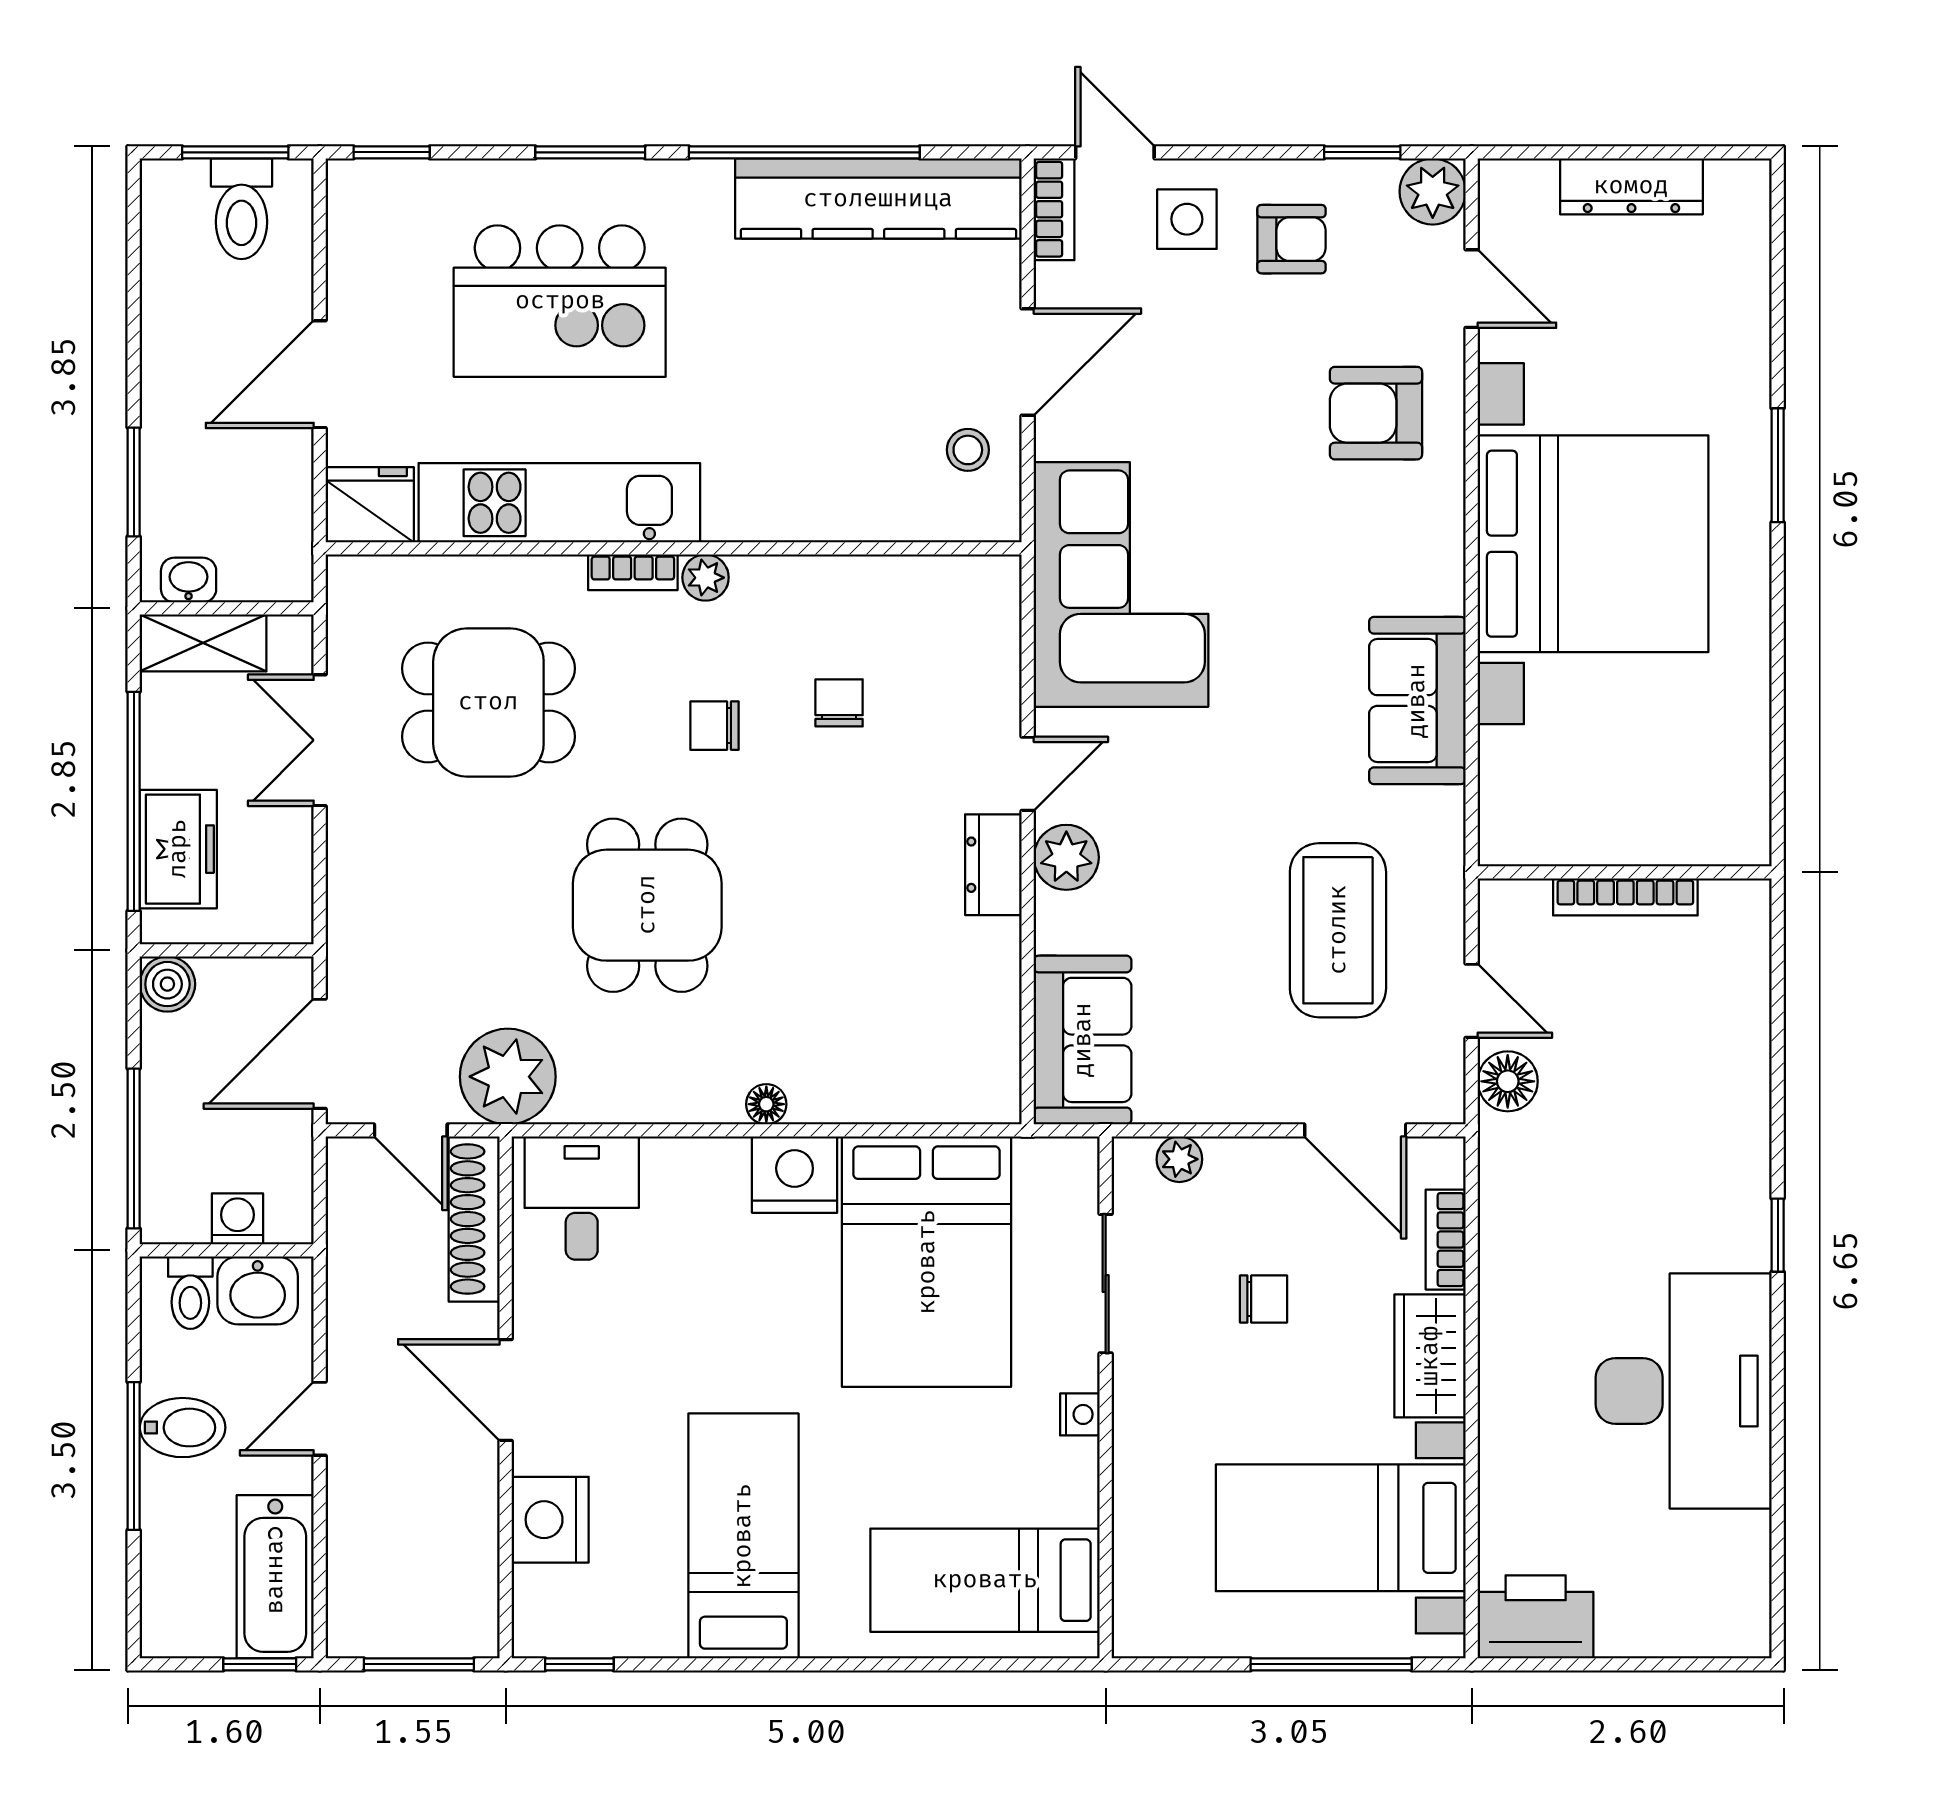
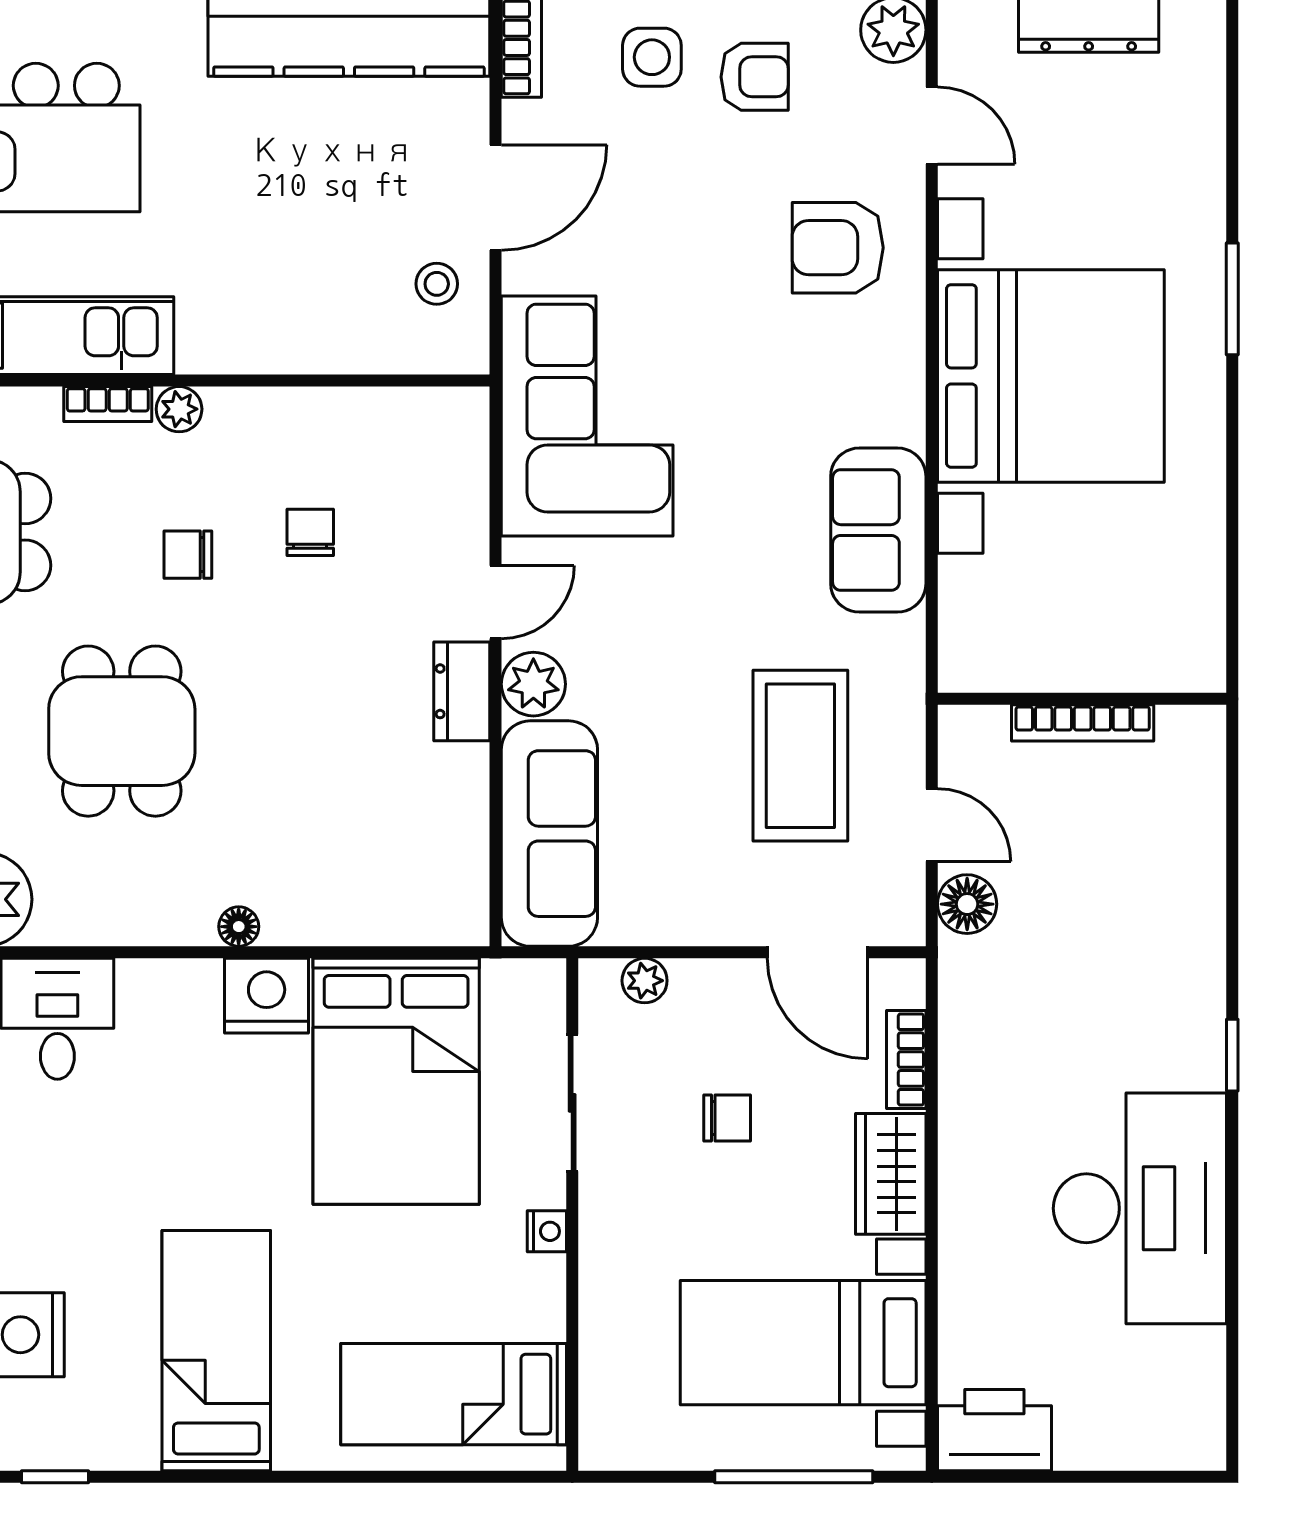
sofa: (1083, 1040) -> (549, 834), width x1.36

